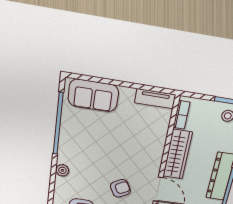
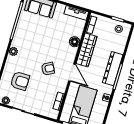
floor lamp: (157, 144) -> (75, 42), added

